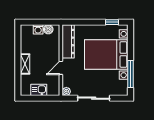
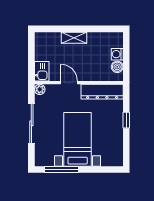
window: (112, 22) -> (126, 120), moved
bed with nightstands: (106, 55) -> (78, 139), width x0.73
kitchen sink: (39, 90) -> (42, 71), moved

